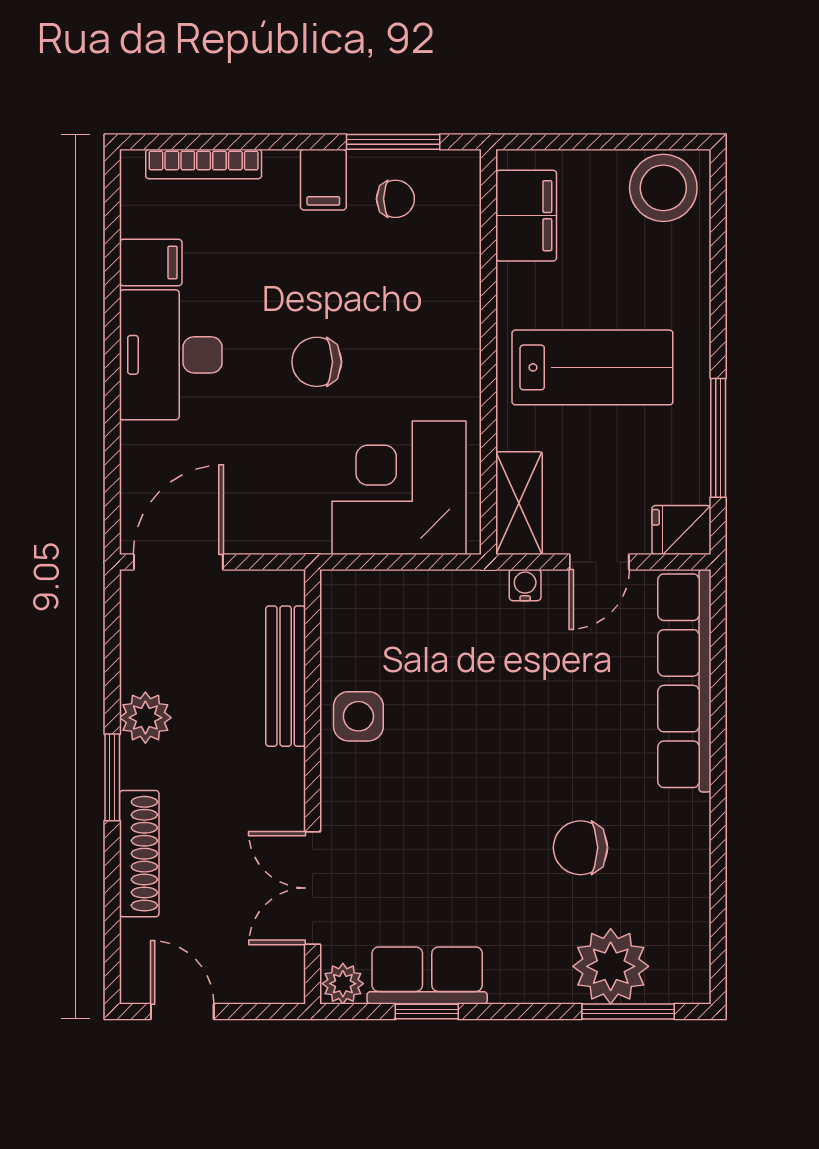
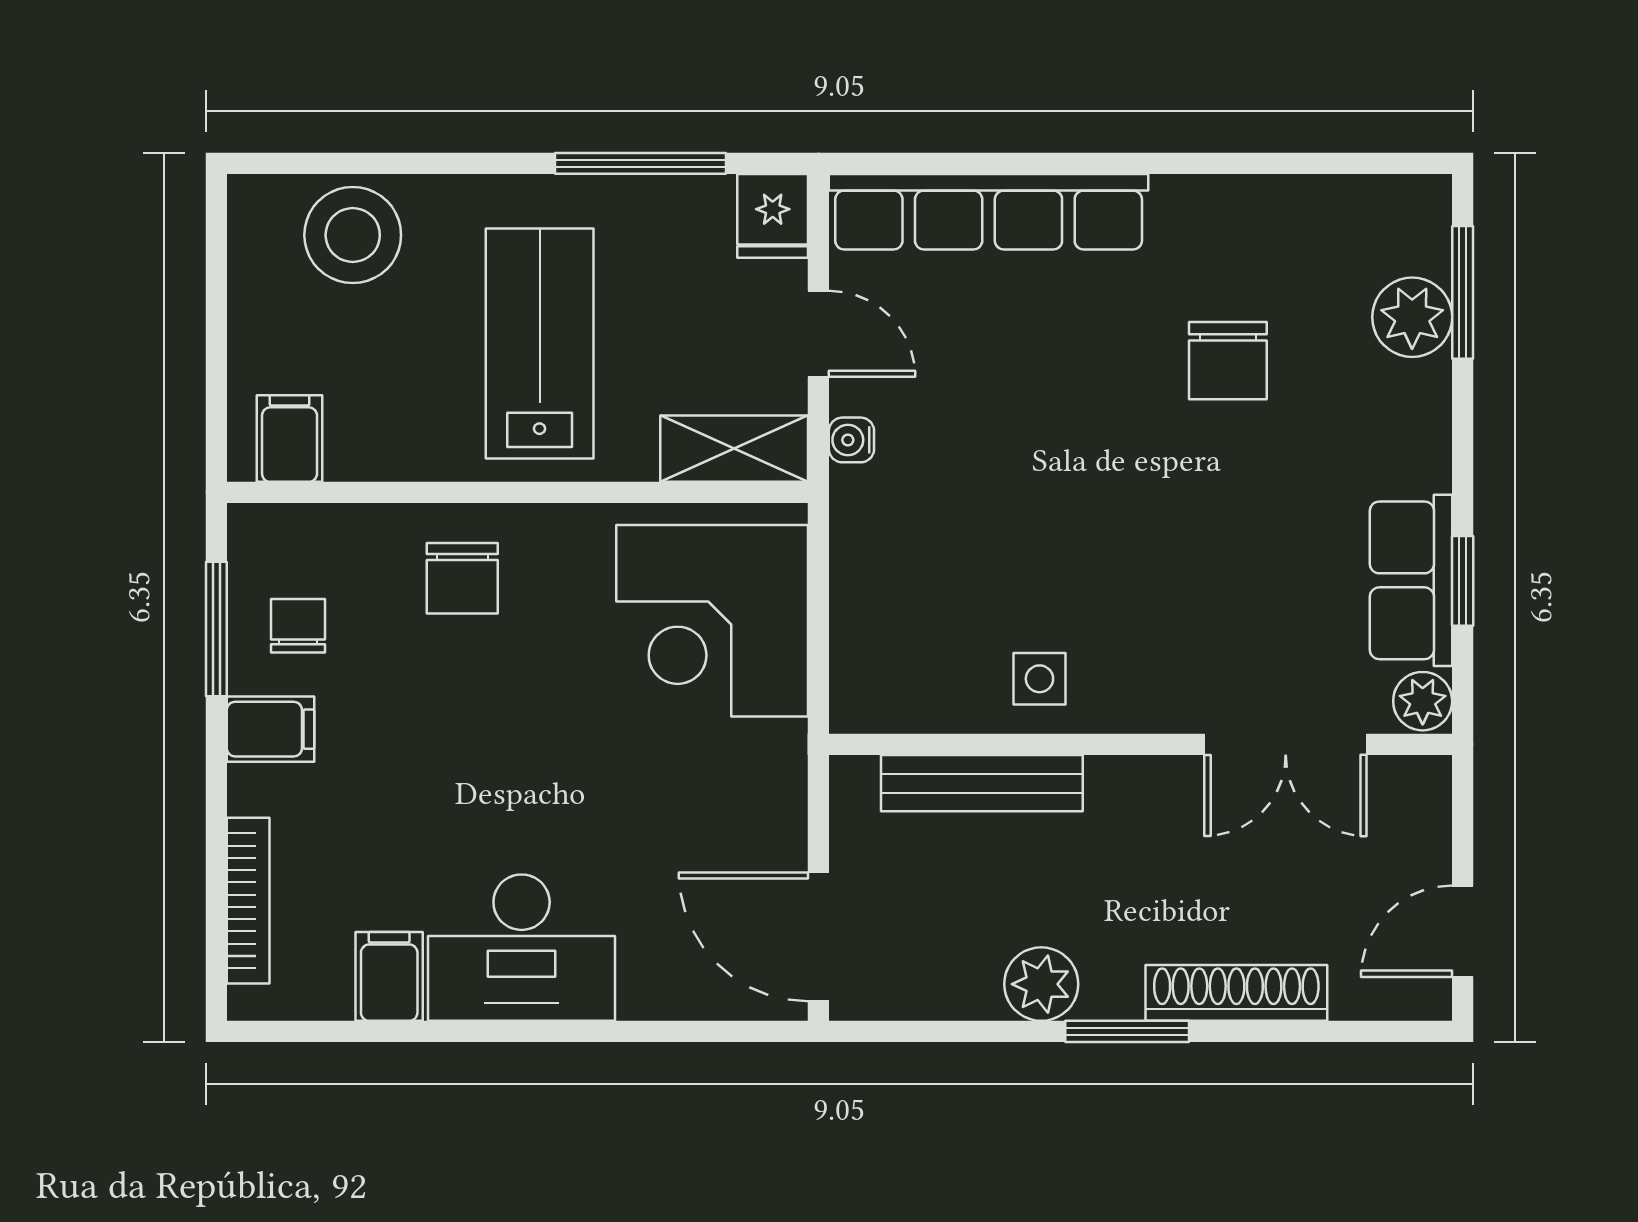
stool: (663, 188) -> (353, 235), moved
filing cabinet: (526, 216) -> (290, 439), width x0.50
chair: (317, 362) -> (462, 578), moved
side table: (358, 716) -> (1039, 679), width x0.73, depth x0.73
plant: (611, 966) -> (1412, 317), width x0.73, depth x0.73

